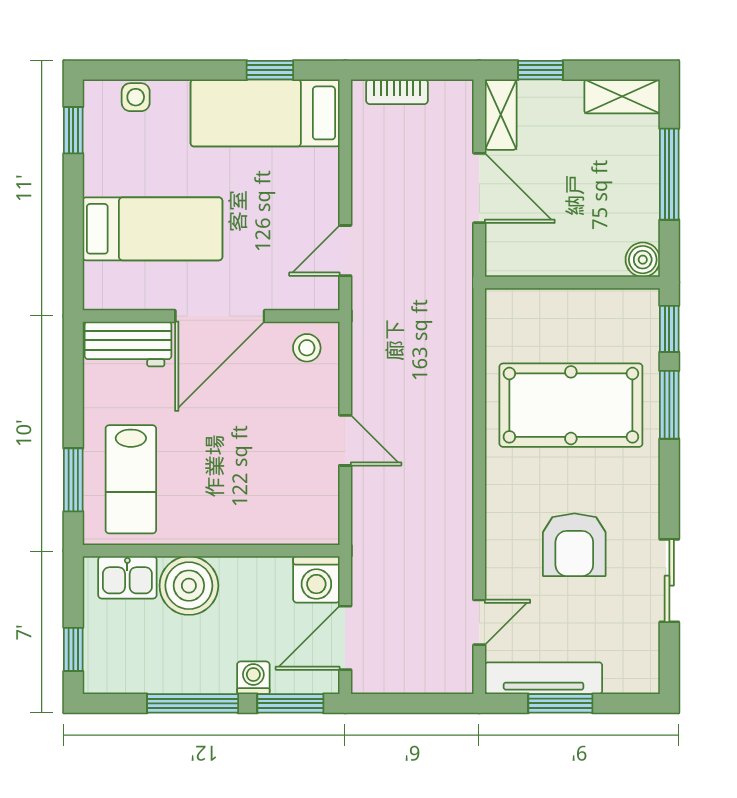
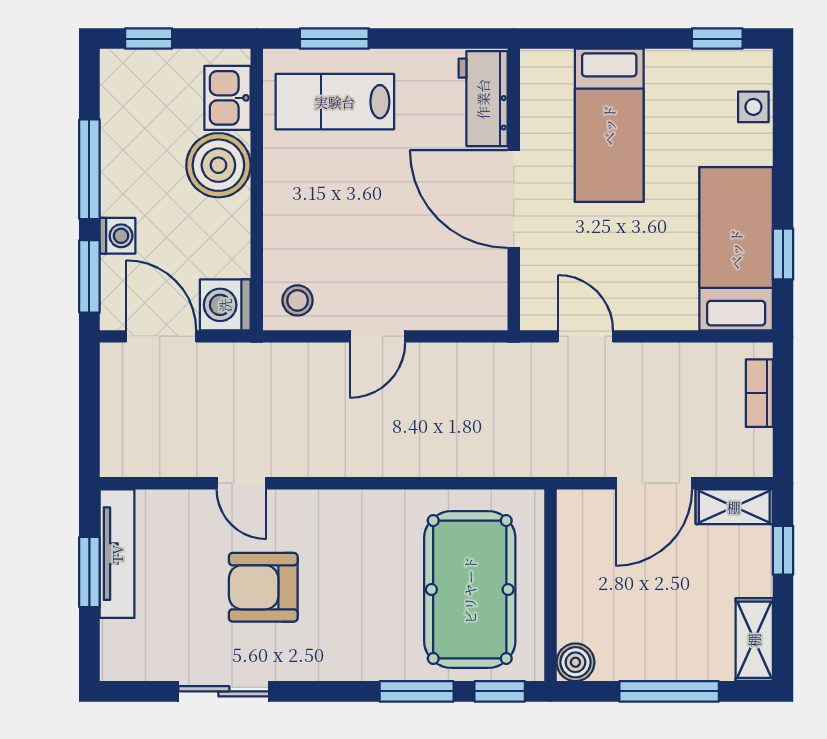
stool: (307, 348) -> (298, 300), moved
pool table: (571, 405) -> (470, 590), moved
door: (479, 622) -> (241, 483), moved

